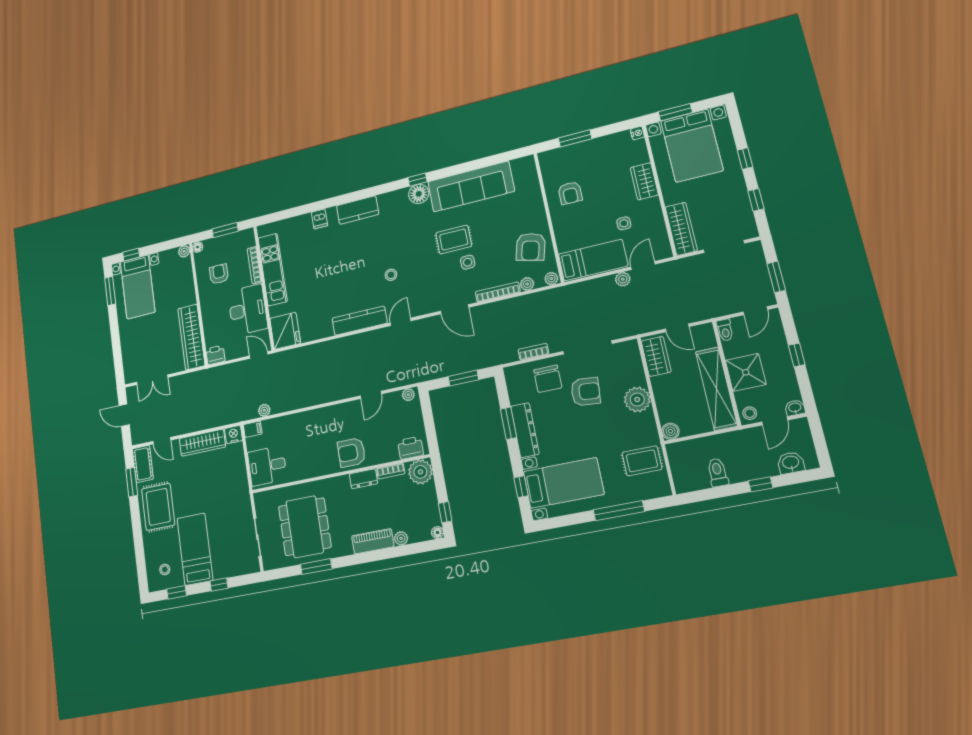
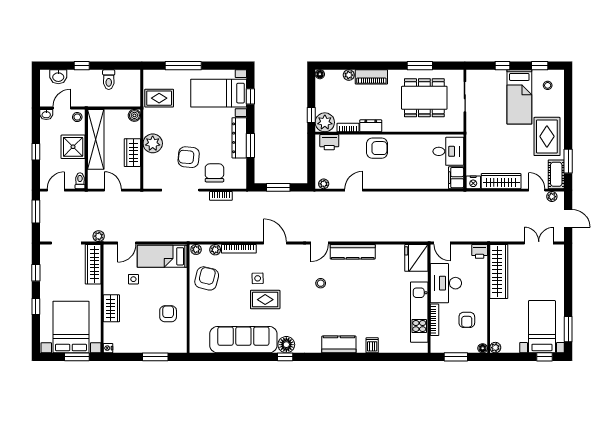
plant: (623, 279) -> (99, 236), moved
wardrobe: (656, 356) -> (132, 153), moved
plant: (264, 410) -> (552, 197), moved
filing cabinet: (253, 429) -> (456, 178), width x2.00
window: (445, 512) -> (311, 115), moved
dining table: (305, 527) -> (424, 98), turned 90

